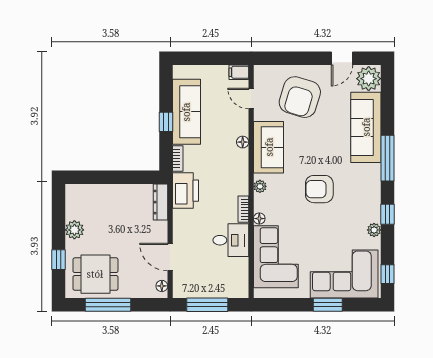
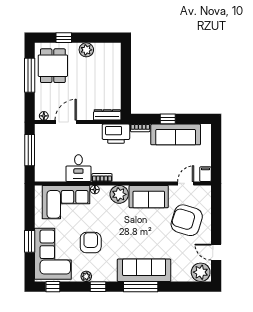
sofa: (366, 127) -> (144, 270), moved
floor lamp: (243, 142) -> (153, 177), removed
plant: (260, 186) -> (119, 194), width x1.88, depth x1.88
armchair: (319, 189) -> (91, 243), moved

